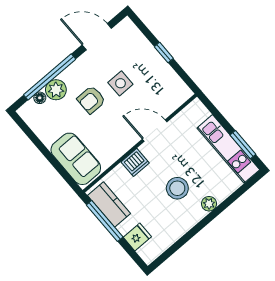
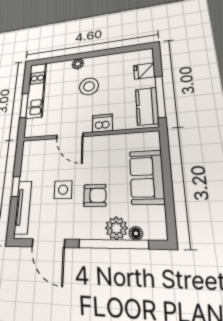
tv unit: (142, 43) -> (23, 207), added
window: (243, 145) -> (24, 106), moved
sofa: (76, 159) -> (147, 177), moved

